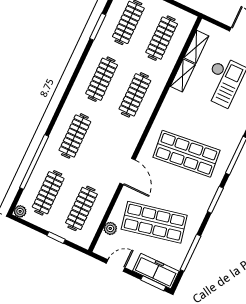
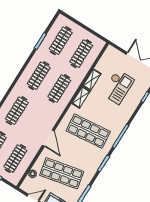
shelving: (196, 47) -> (81, 97), moved

